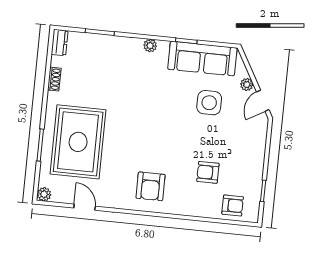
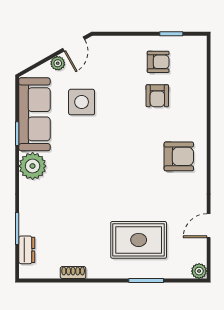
dresser: (60, 43) -> (27, 250), moved, turned 90
plant: (150, 46) -> (33, 166), width x1.88, depth x1.88
door: (263, 101) -> (74, 44), hinge flipped
rug: (78, 142) -> (139, 240), width x0.73, depth x0.69
armchair: (233, 205) -> (158, 62), moved, turned 90

